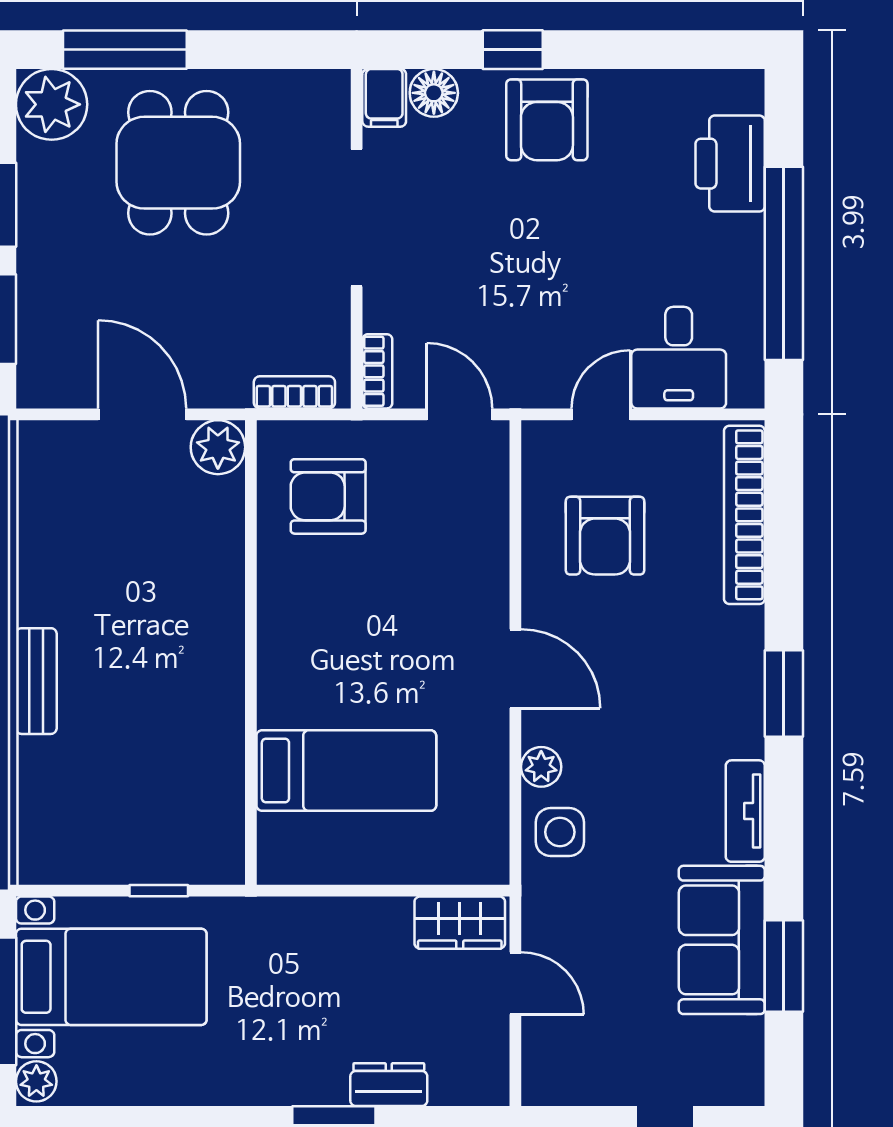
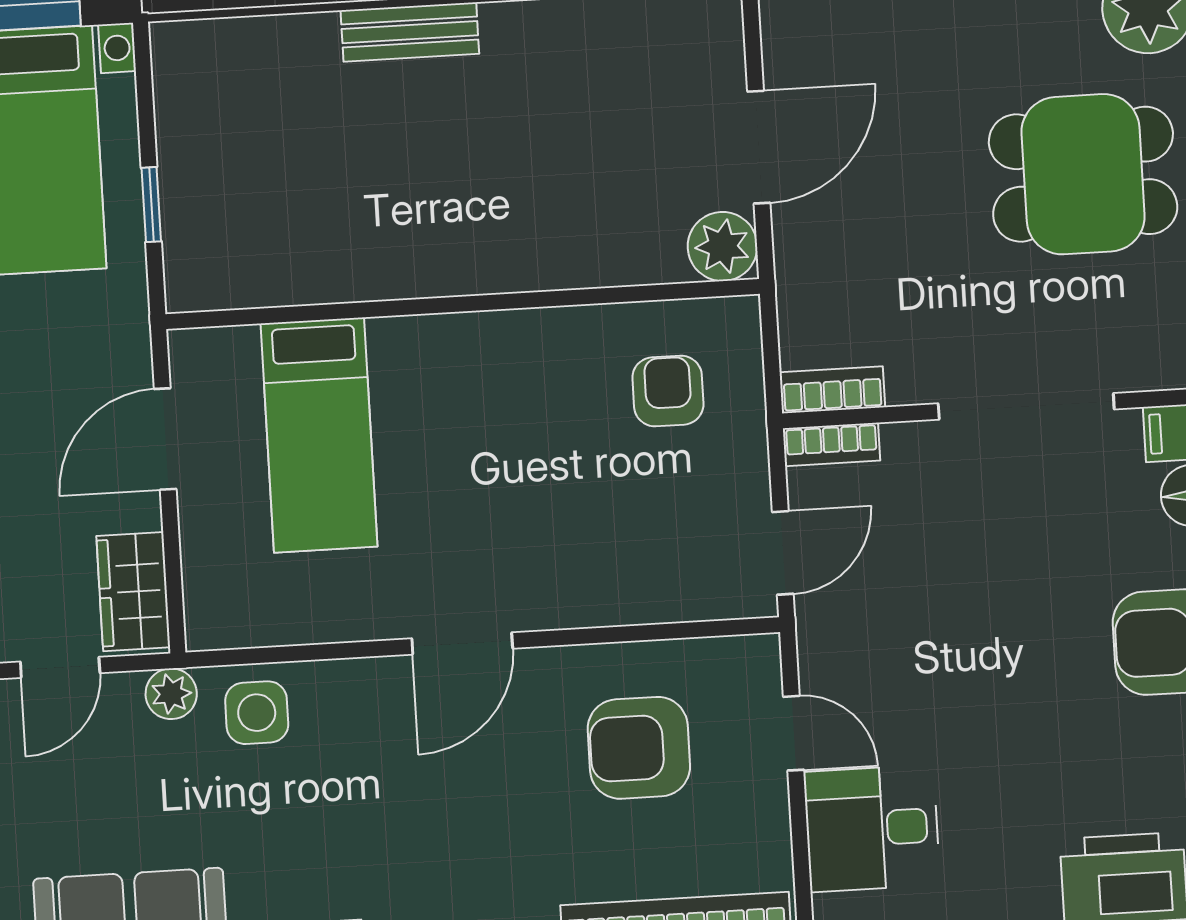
bookcase: (294, 392) -> (832, 390), moved, turned -90
armchair: (328, 496) -> (668, 391), width x0.72, depth x0.72
plant: (541, 767) -> (171, 694), moved
door: (342, 891) -> (165, 439), added

